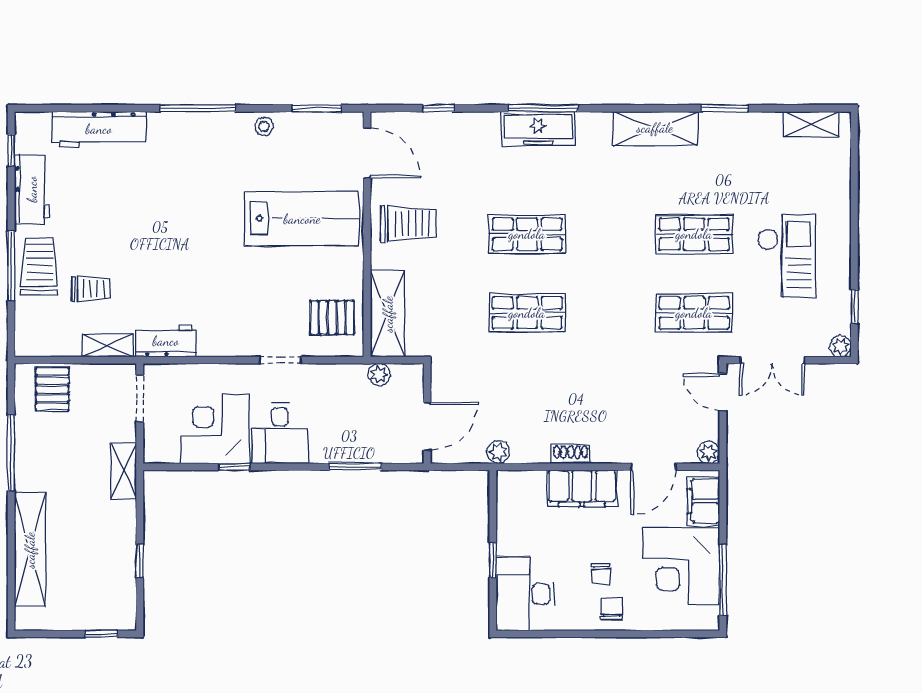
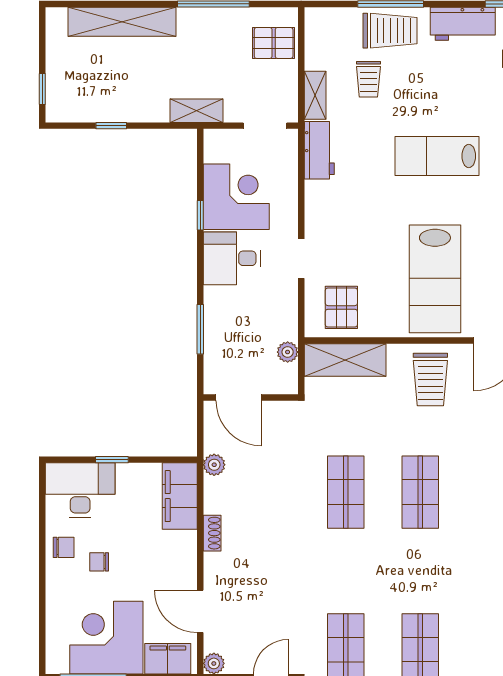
lab bench: (172, 217) -> (437, 156), added
filing cabinet: (582, 488) -> (180, 496), moved
chair: (612, 609) -> (64, 547), moved

